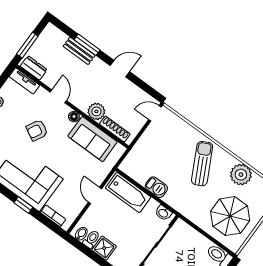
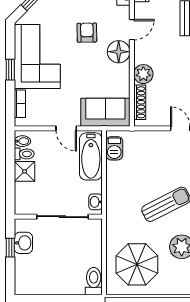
floor lamp: (74, 117) -> (119, 52), width x1.89, depth x1.89
armchair: (37, 130) -> (87, 33), turned 61
sofa: (92, 139) -> (105, 112), moved, turned 90
barbecue: (156, 187) -> (114, 148), moved
door: (95, 195) -> (66, 128), swing flipped

